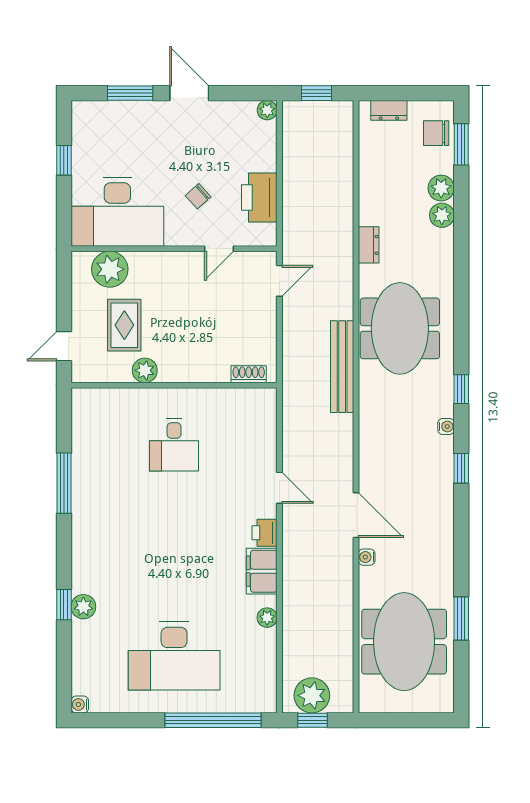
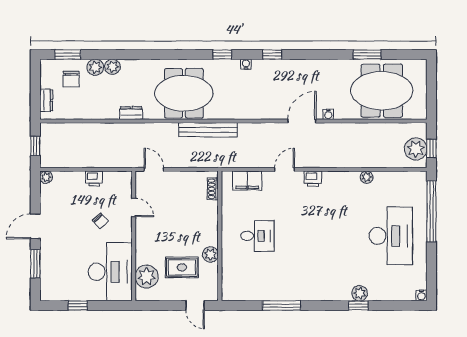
chair: (436, 133) -> (71, 79), moved
printer: (259, 197) -> (94, 178), width x0.53, depth x0.68
filing cabinet: (262, 571) -> (247, 181), moved

